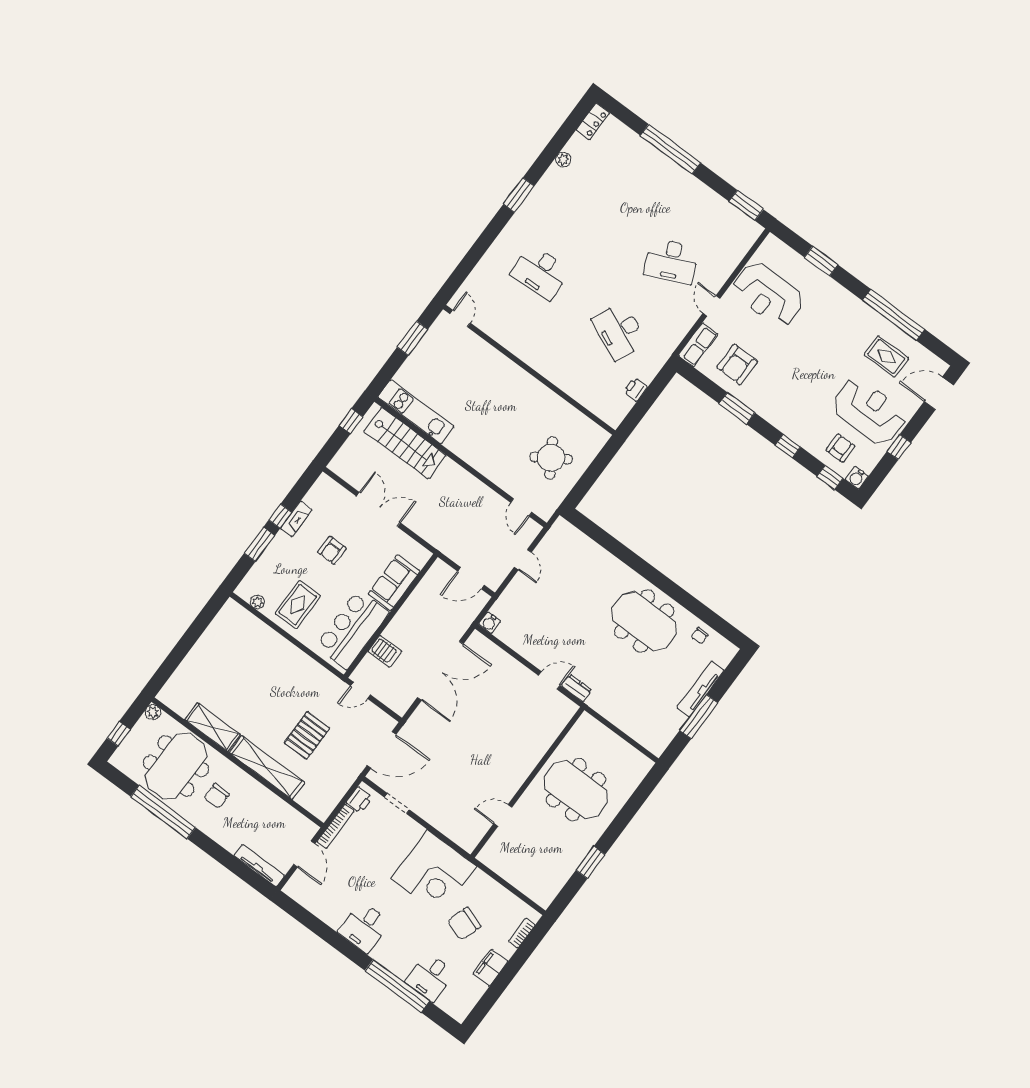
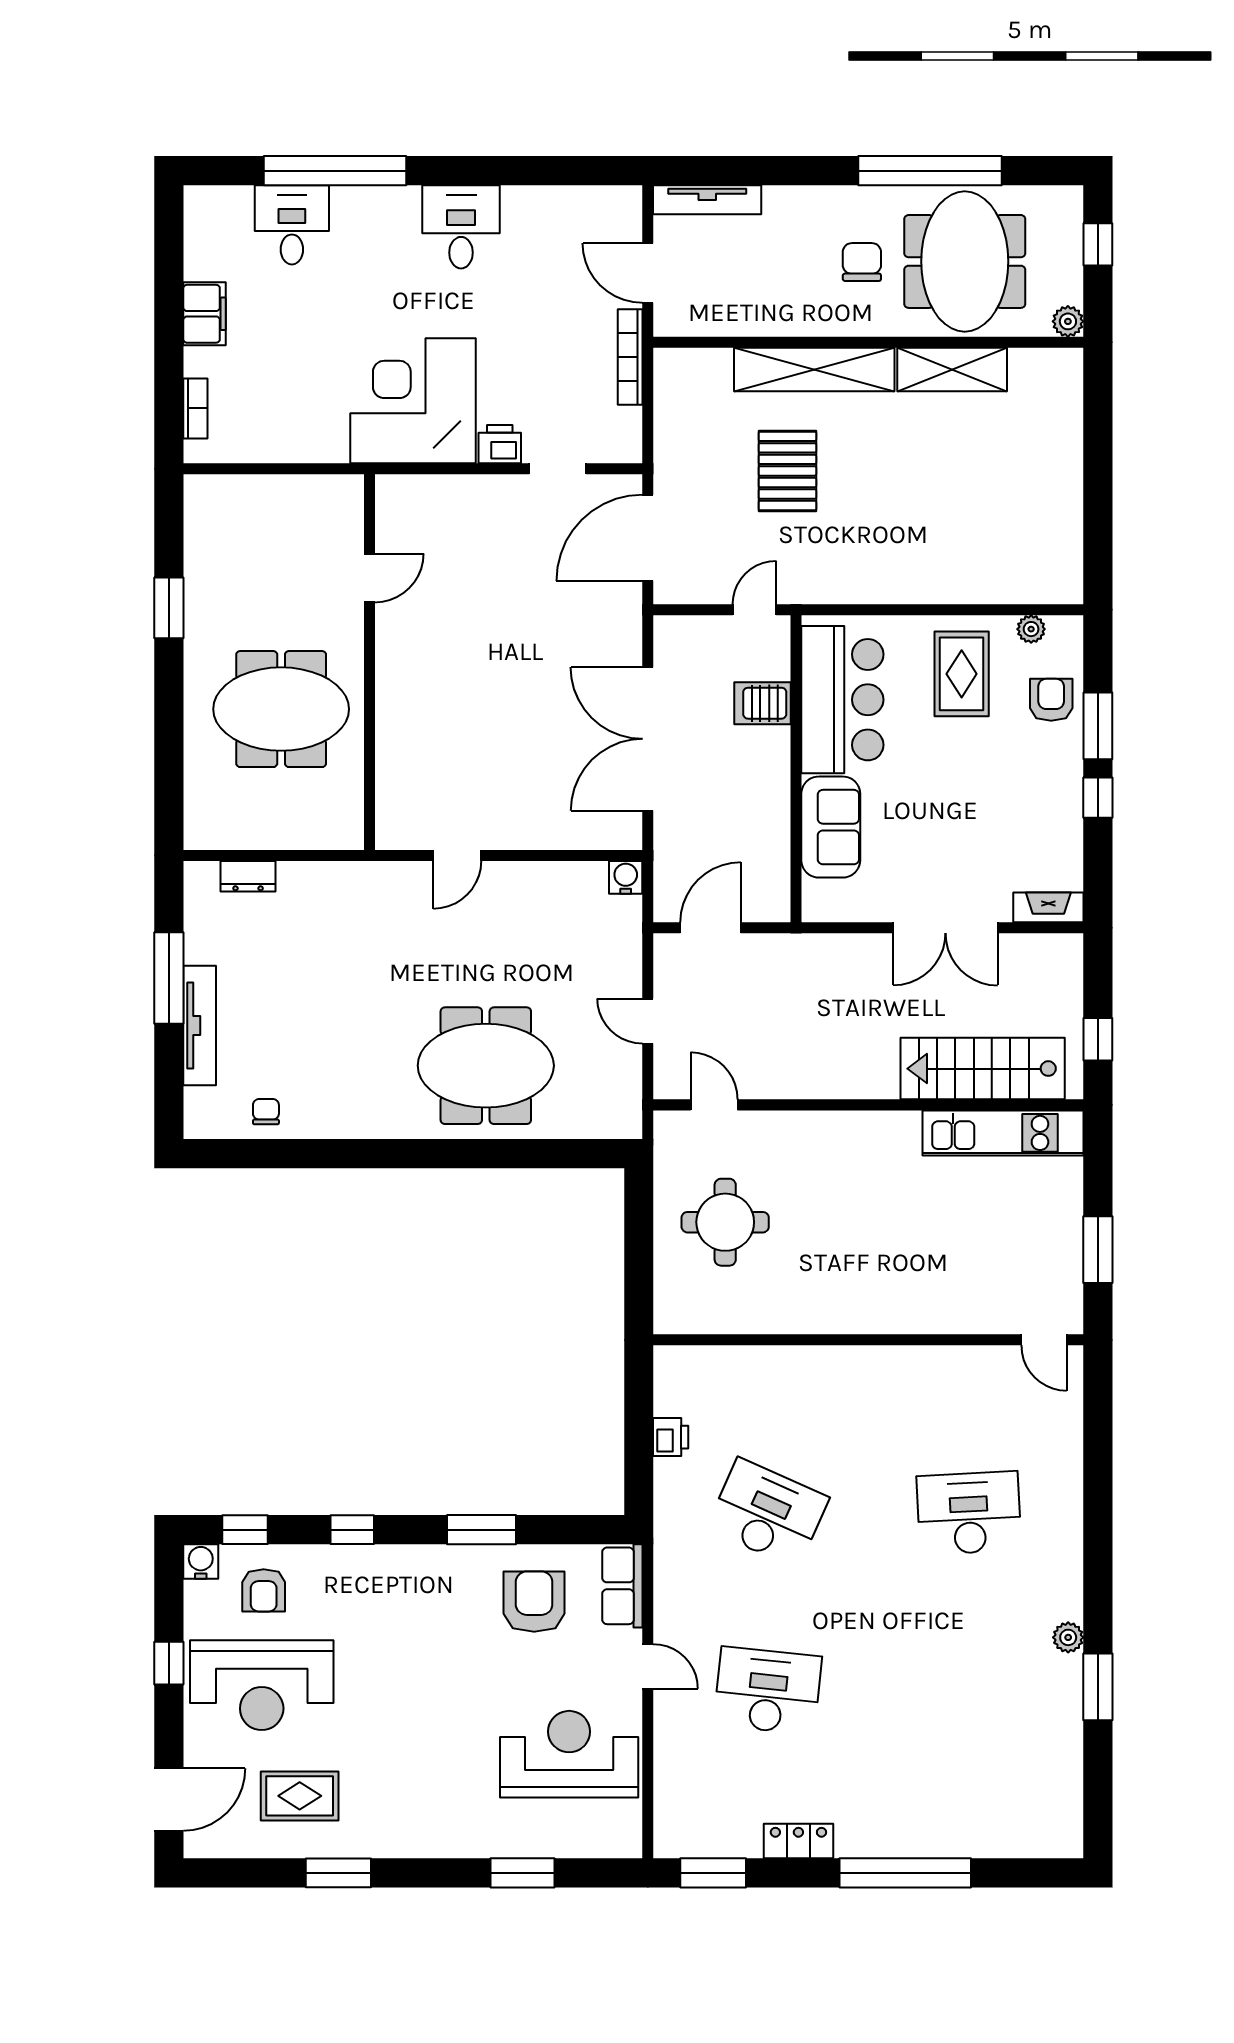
locker: (593, 122) -> (798, 1841), moved, turned 90
plant: (563, 160) -> (1068, 1637), moved
window: (519, 195) -> (1098, 1687), moved
desk: (671, 261) -> (768, 1691), turned 30
window: (894, 315) -> (338, 1873), width x0.47
round table: (551, 458) -> (725, 1222), turned 32
fireplace: (296, 519) -> (1048, 907), moved, turned 90
armchair: (332, 550) -> (1051, 700), moved
meeting table: (644, 621) -> (486, 1066), moved
dresser: (577, 688) -> (248, 876), moved
printer: (359, 800) -> (500, 444), moved, turned 90
chair: (464, 924) -> (301, 354), removed

